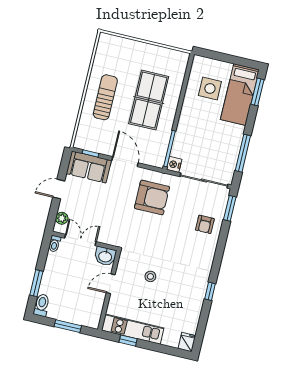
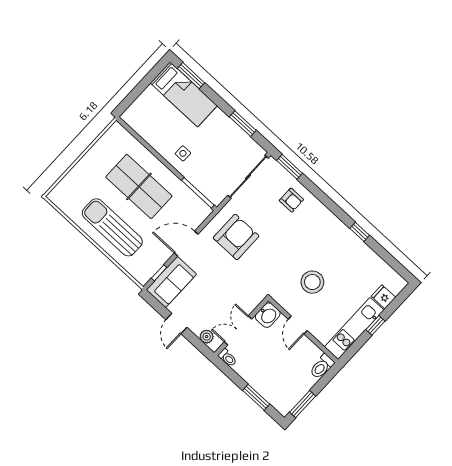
side table: (210, 88) -> (183, 153), moved, width x0.54, depth x0.54
sun lounger: (105, 97) -> (112, 227), width x1.36, depth x1.34
window: (243, 153) -> (243, 124), width x0.69
nightstand: (174, 164) -> (216, 197), removed
stool: (150, 276) -> (312, 282), width x1.89, depth x1.89
toilet: (42, 305) -> (322, 367), moved, turned -90
window: (68, 326) -> (303, 404), moved
window: (128, 341) -> (375, 325), moved
fridge: (187, 342) -> (383, 297), moved

